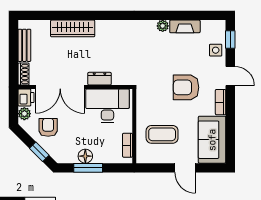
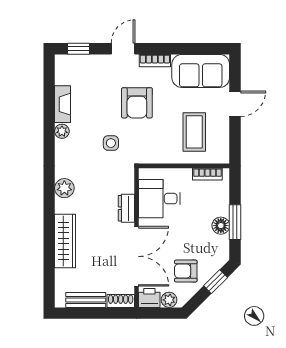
plant: (116, 28) -> (64, 188), added
side table: (216, 50) -> (111, 143), moved
desk: (107, 106) -> (159, 199), width x0.73

